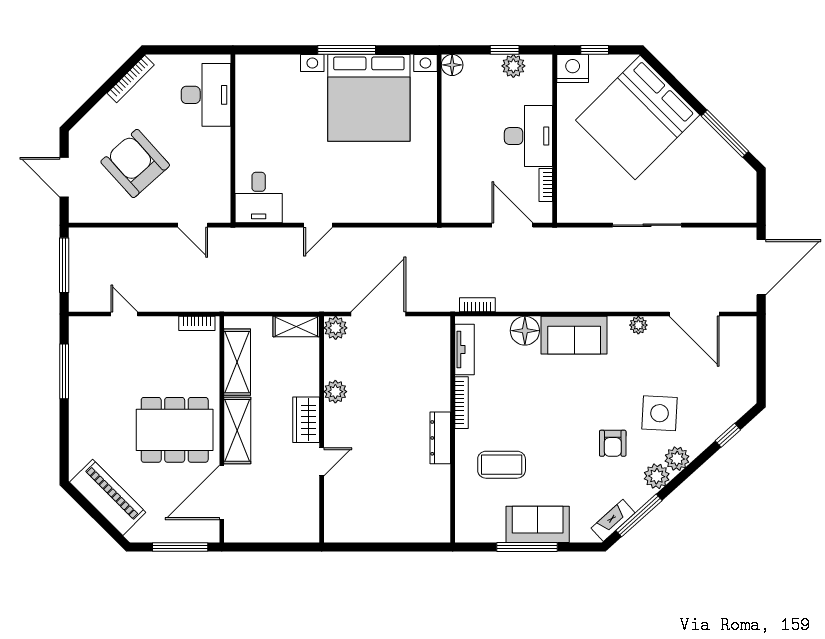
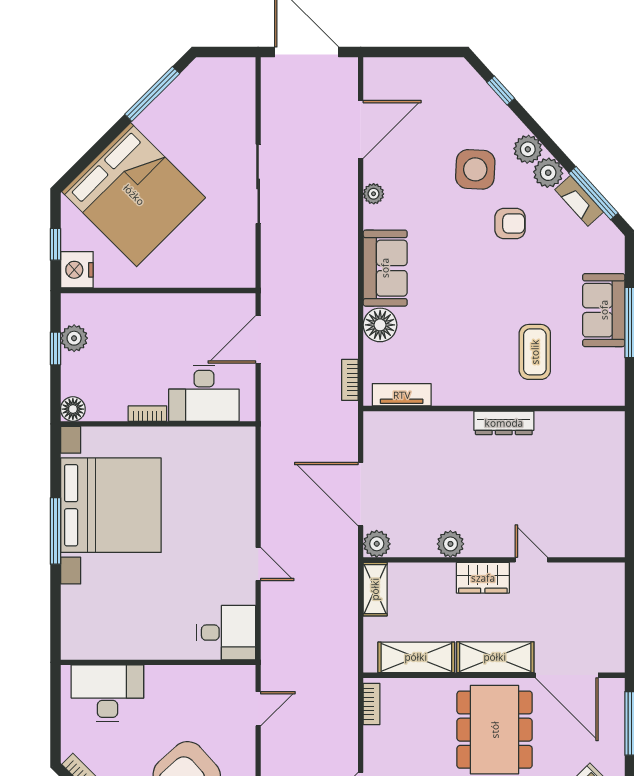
desk: (528, 136) -> (204, 394), moved, turned 180
bookcase: (546, 185) -> (147, 414), moved, turned 180
bookcase: (461, 403) -> (463, 398), removed
fireplace: (613, 520) -> (579, 201), moved

